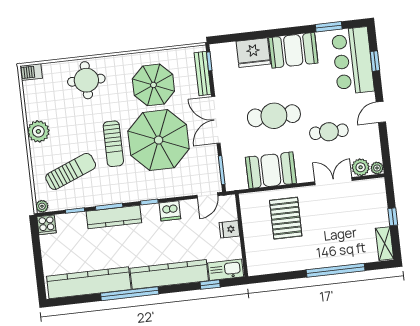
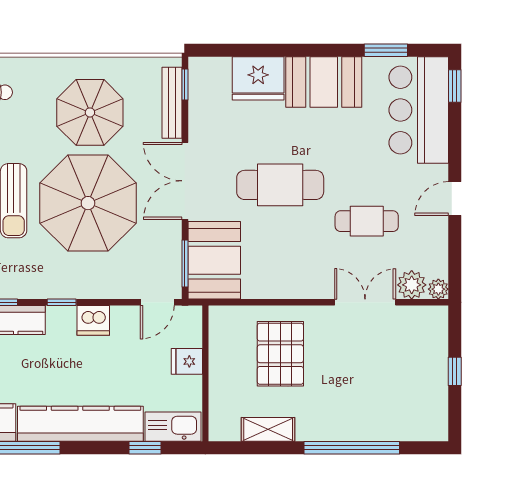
window: (375, 61) -> (455, 86), moved
booth: (271, 170) -> (214, 260), moved, turned 90
shelving: (385, 244) -> (268, 429), moved, turned 90

